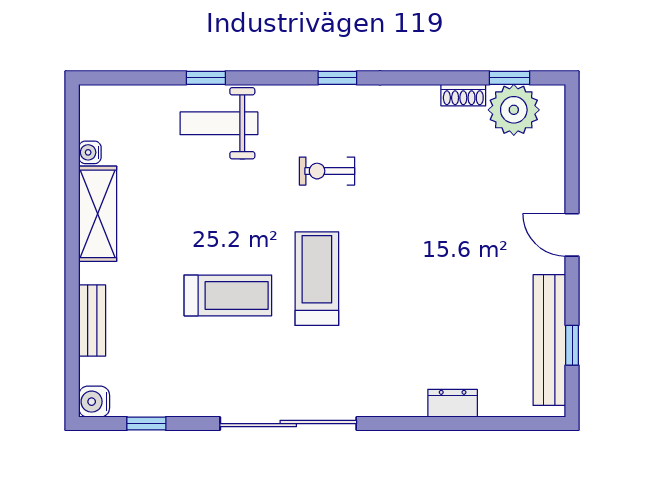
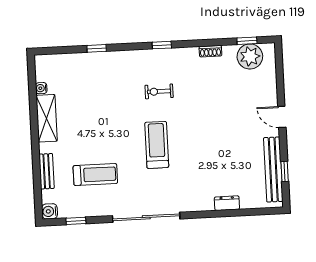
shoe rack: (463, 95) -> (210, 51), moved
weight bench: (219, 123) -> (104, 71), removed
treadmill: (228, 295) -> (95, 175), moved

